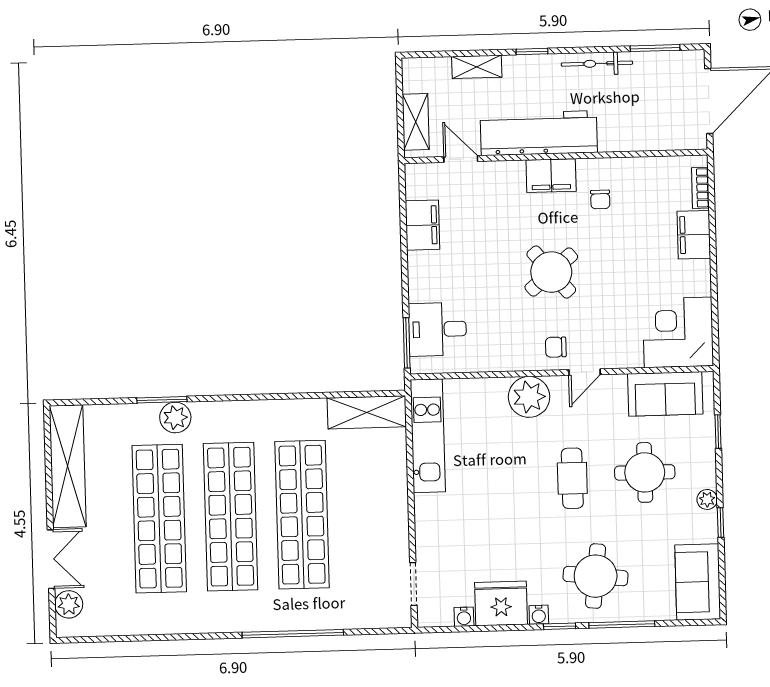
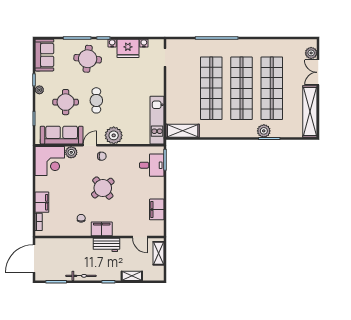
workbench: (539, 133) -> (106, 245), width x0.53, depth x0.76
plant: (628, 354) -> (71, 152), added
sofa: (665, 394) -> (62, 135), width x1.36

